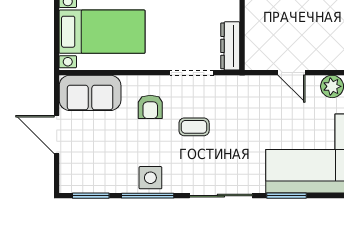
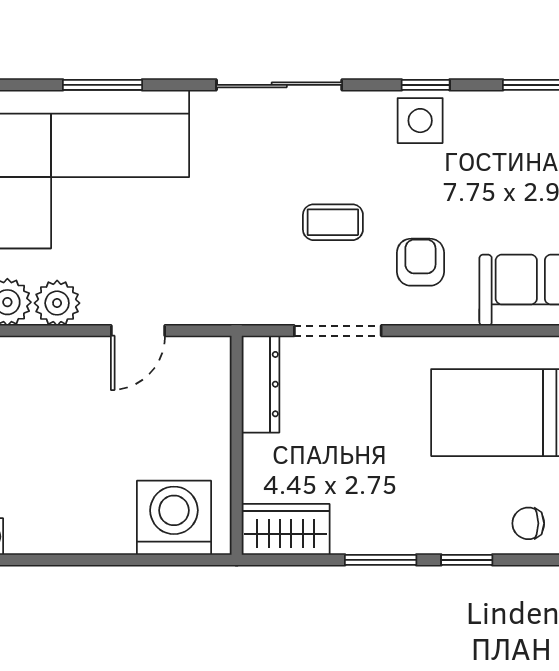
door: (292, 73) -> (138, 331), swing flipped
window: (148, 196) -> (426, 85), width x0.46
window: (287, 196) -> (103, 85), moved

